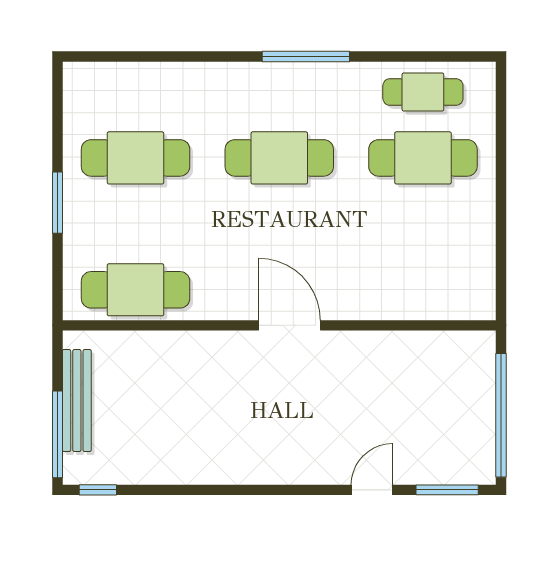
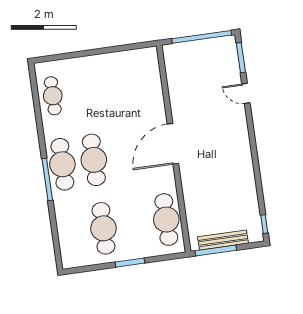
window: (306, 56) -> (47, 179), moved
cafe table: (423, 158) -> (62, 164), moved
door: (289, 325) -> (173, 144), width x1.36
window: (57, 434) -> (216, 251), moved

